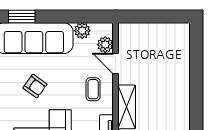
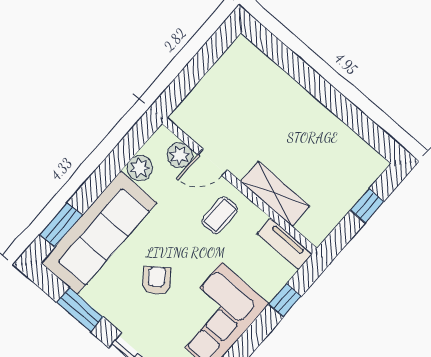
armchair: (35, 86) -> (157, 280), turned -73
coffee table: (93, 89) -> (220, 215), turned 90

